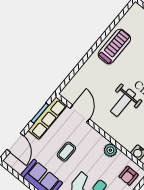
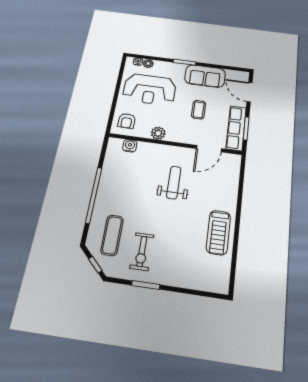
door: (80, 114) -> (209, 149), hinge flipped
armchair: (129, 176) -> (127, 121), turned 180

